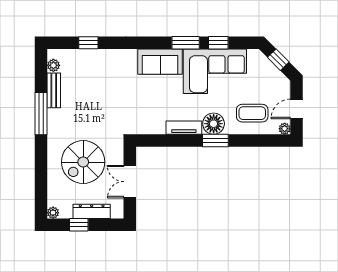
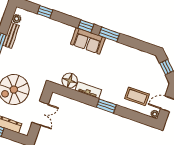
window: (218, 43) -> (86, 26), moved
corner sofa: (215, 71) -> (122, 60), removed
floor lamp: (214, 124) -> (70, 81), moved
double door: (130, 182) -> (40, 113), swing flipped

